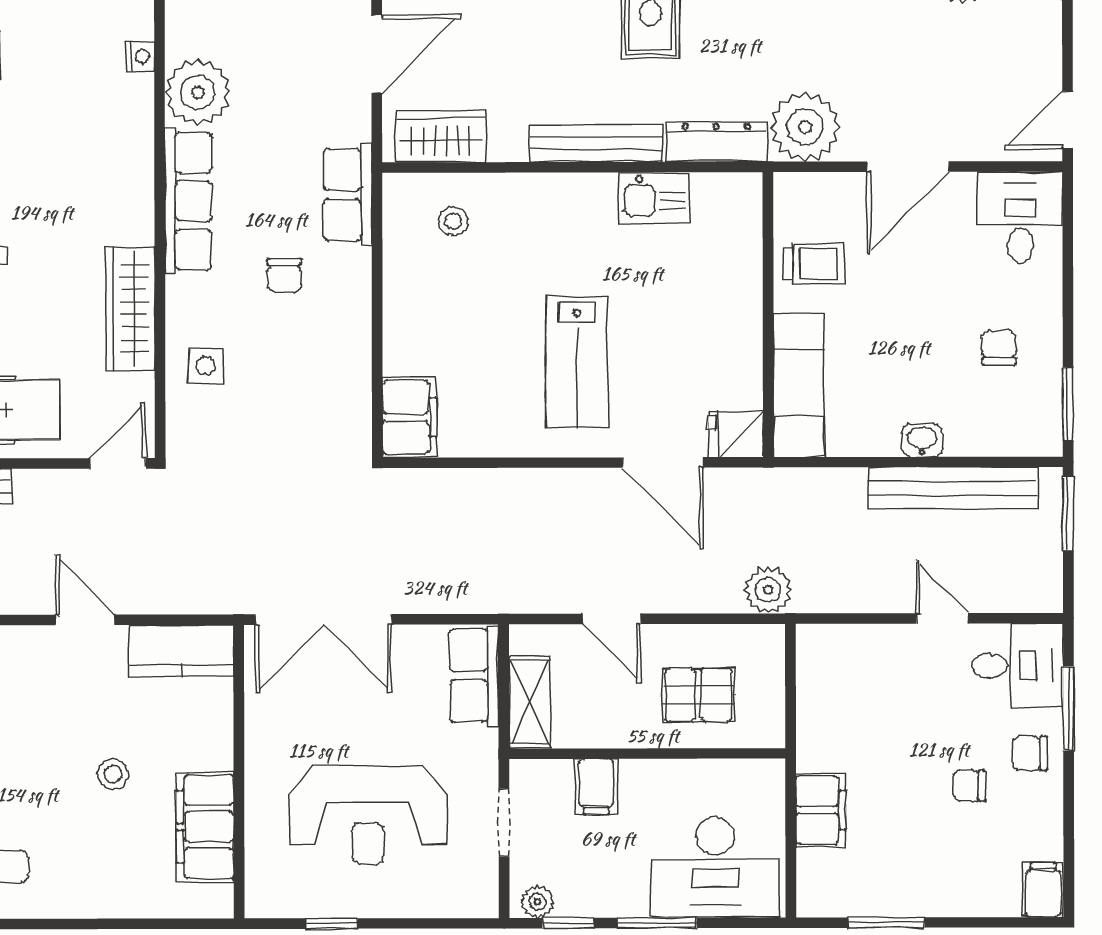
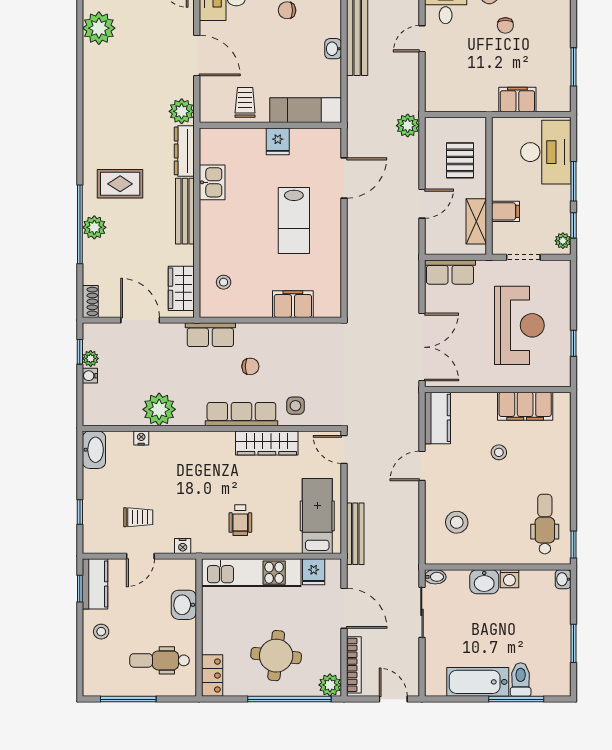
plant: (805, 127) -> (182, 111), width x0.73, depth x0.73
row of seats: (188, 201) -> (241, 414), moved
lab bench: (577, 362) -> (294, 221), turned 90
filing cabinet: (410, 417) -> (293, 304), moved
fridge: (736, 434) -> (278, 141), moved
shelving: (530, 702) -> (476, 221), moved, turned 90

